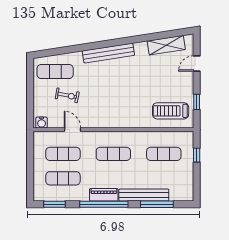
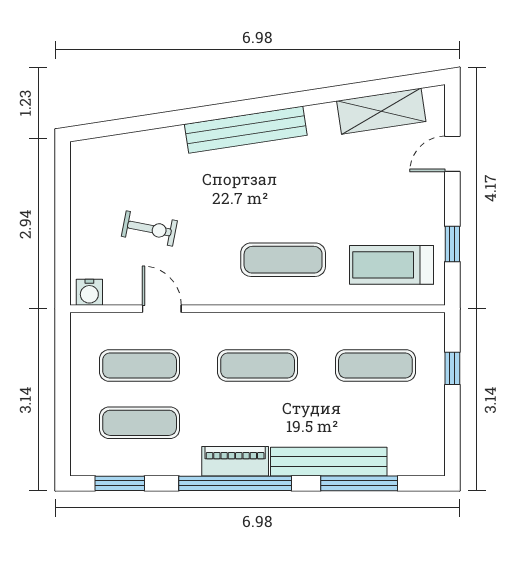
exercise mat: (55, 72) -> (283, 260), moved

